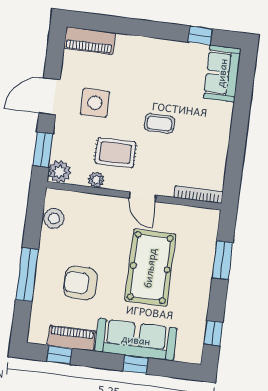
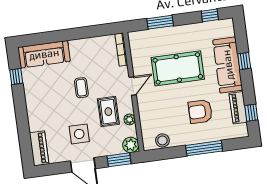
sofa: (222, 73) -> (44, 54), width x1.36
armchair: (80, 283) -> (200, 112), turned 90

